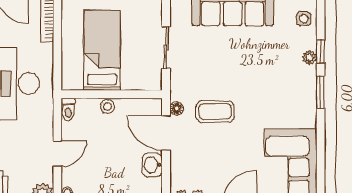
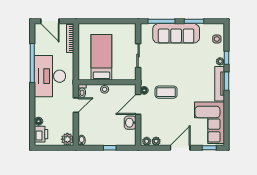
tv unit: (309, 97) -> (220, 84), added
door: (166, 133) -> (138, 104), hinge flipped
door: (57, 154) -> (76, 105), moved

